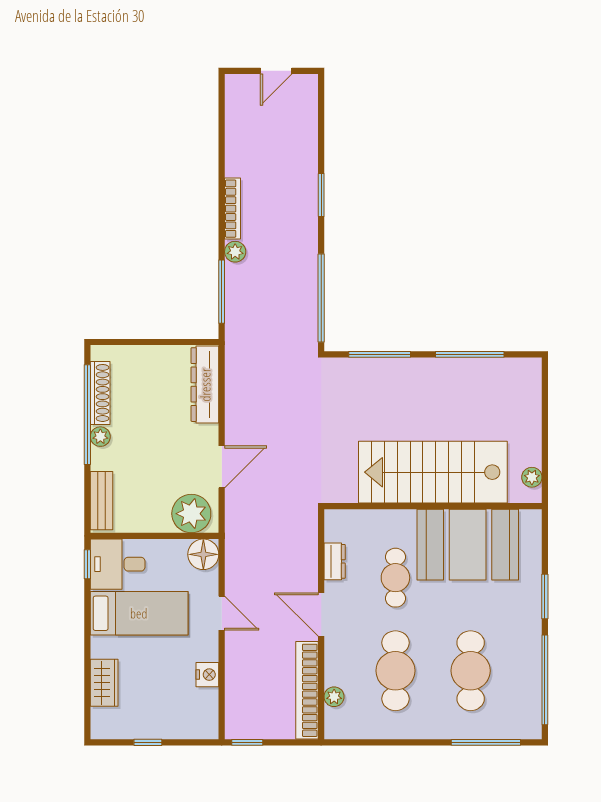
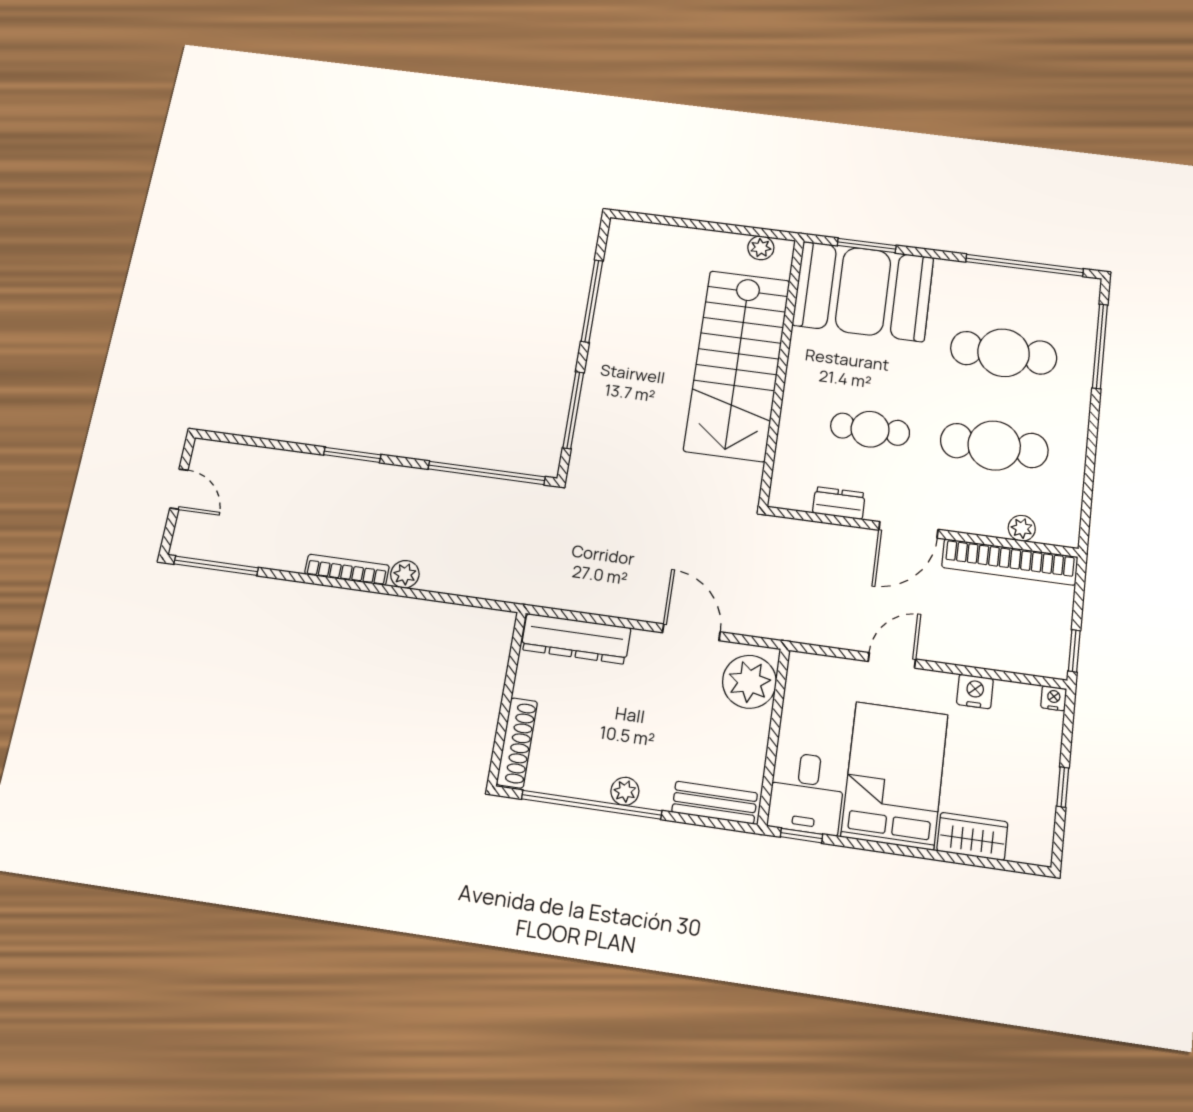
window: (222, 292) -> (216, 566), moved
shoe rack: (100, 393) -> (517, 743), moved, turned 90
booth: (468, 545) -> (863, 291), moved, turned 90
floor lamp: (203, 554) -> (808, 674), removed
window: (545, 597) -> (867, 246), moved
bed: (139, 613) -> (895, 775), width x1.50
nightstand: (210, 731) -> (1054, 698), added

